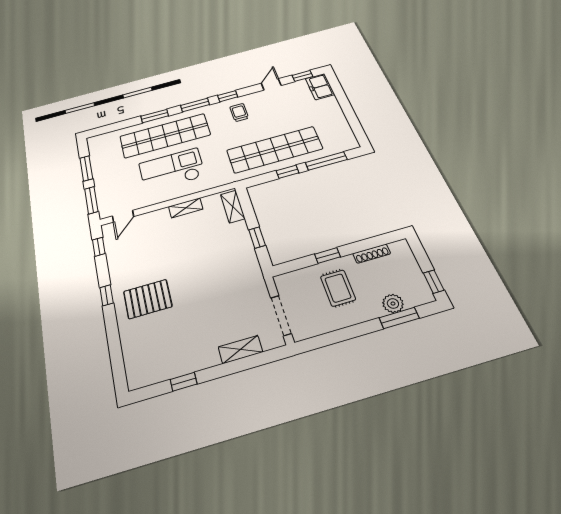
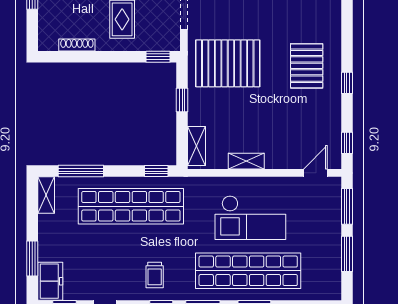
window: (340, 96) -> (32, 258), added
shelving: (348, 137) -> (46, 195), added
window: (287, 172) -> (156, 171), moved
window: (327, 256) -> (158, 57), moved
pallet: (224, 279) -> (228, 63), added
pallet: (148, 299) -> (307, 66), turned 90

